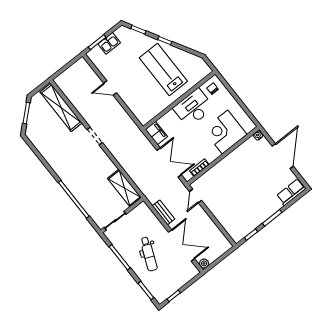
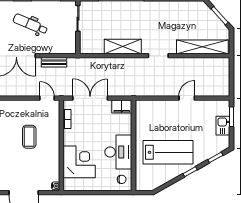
double door: (169, 163) -> (90, 98), swing flipped
coffee table: (236, 186) -> (29, 137), added
shelving: (124, 188) -> (123, 46), moved

